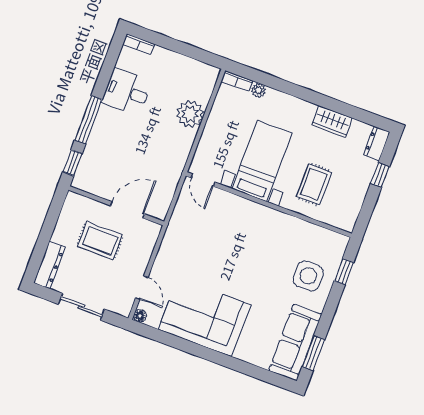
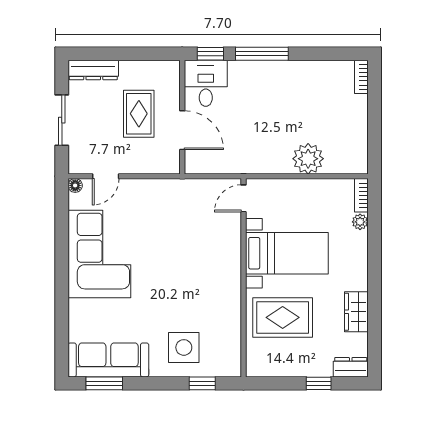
desk: (127, 92) -> (206, 83), moved
rug: (314, 184) -> (283, 317), width x1.36, depth x1.43

